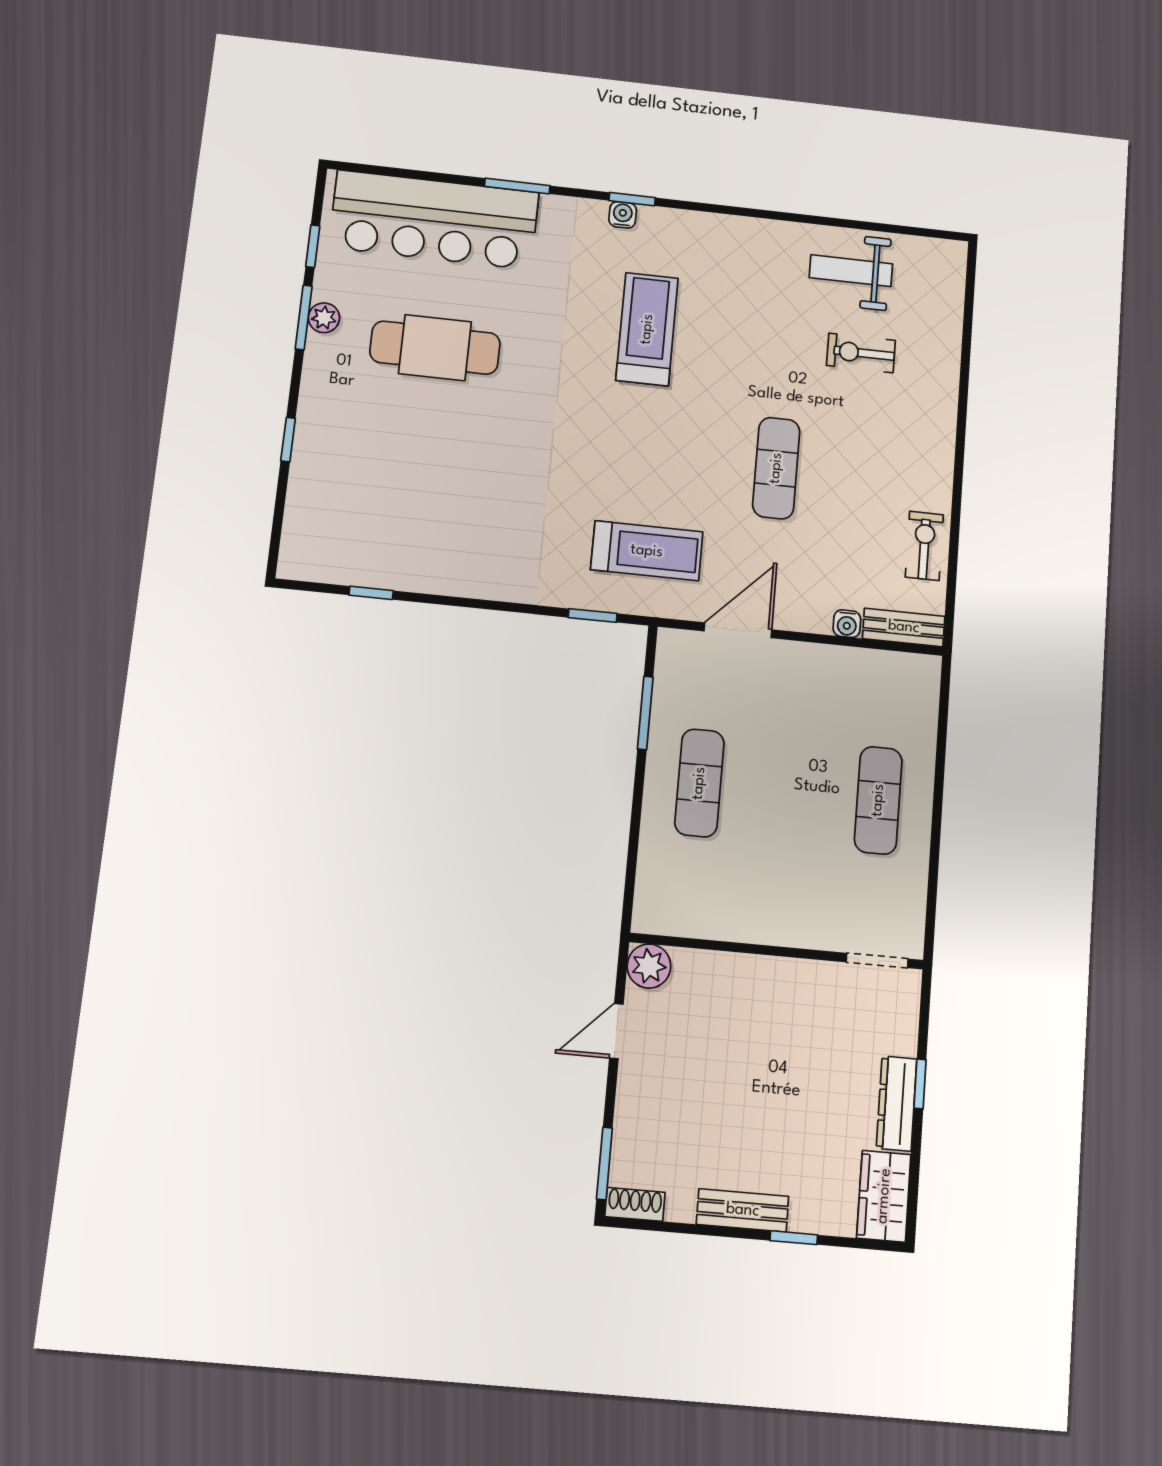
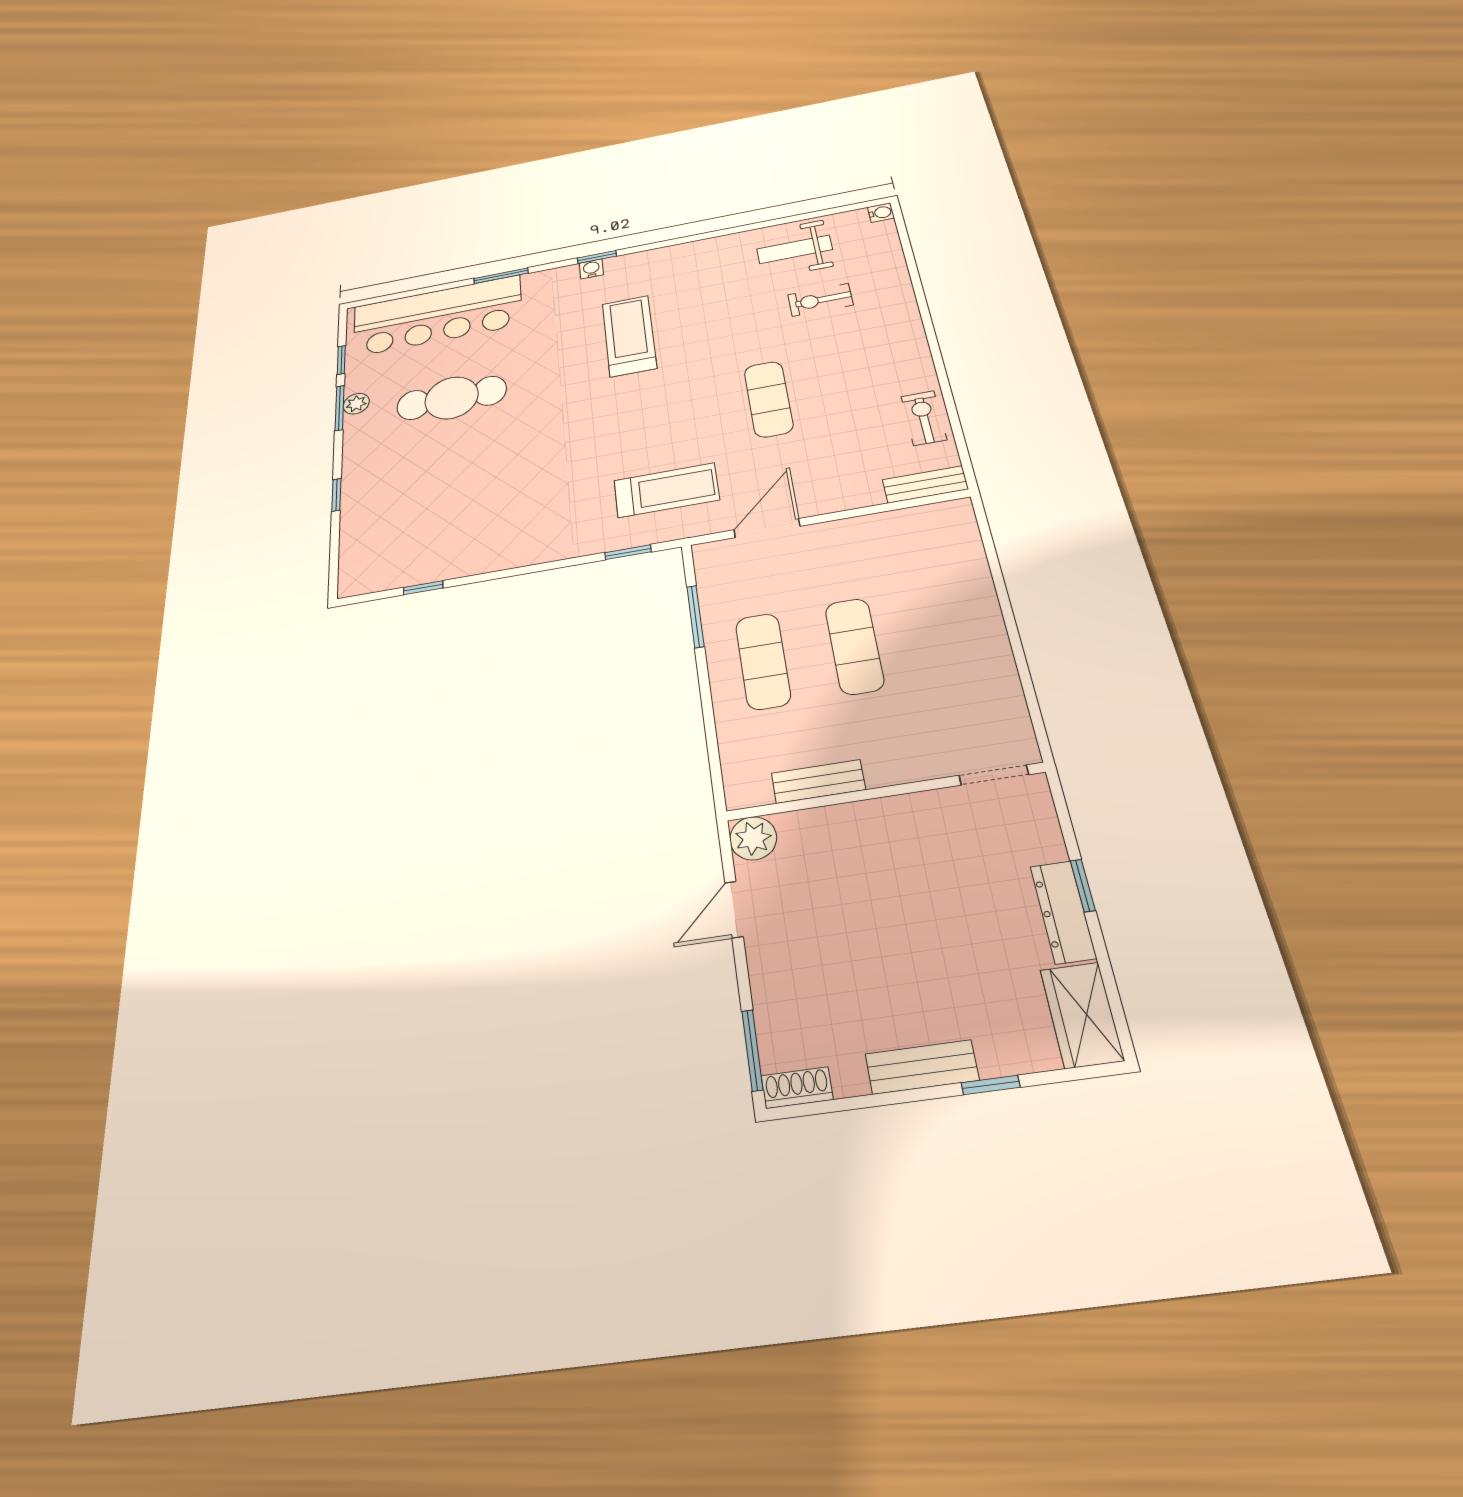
water cooler: (847, 624) -> (881, 213), moved, turned -90
exercise mat: (878, 800) -> (854, 646), moved
bench: (721, 925) -> (818, 781), added

